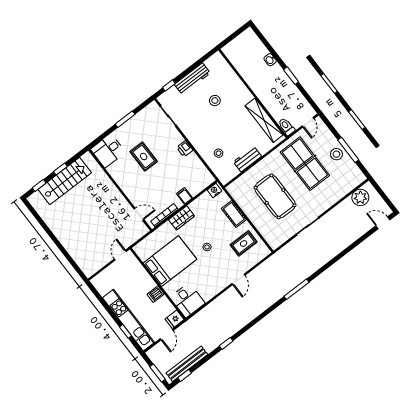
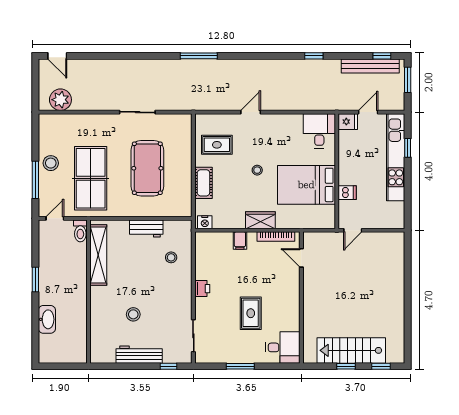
washbasin: (270, 60) -> (47, 319), width x1.91, depth x1.45
window: (348, 150) -> (35, 180), moved
dishwasher: (156, 294) -> (347, 193), moved

